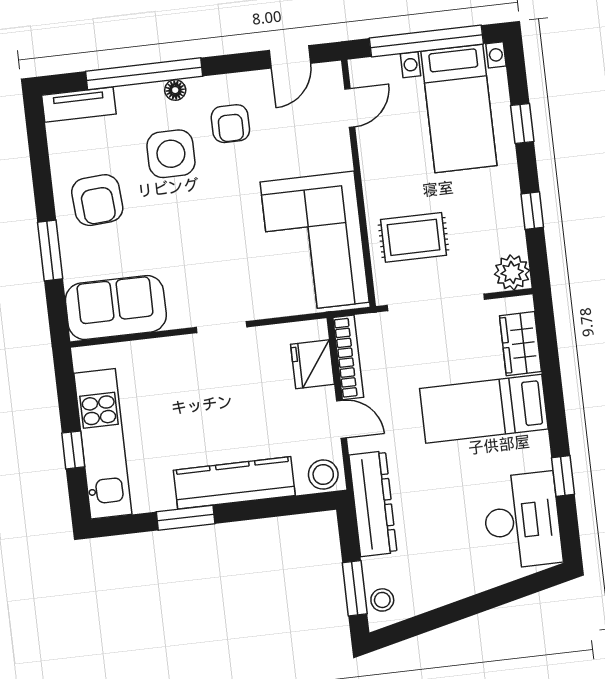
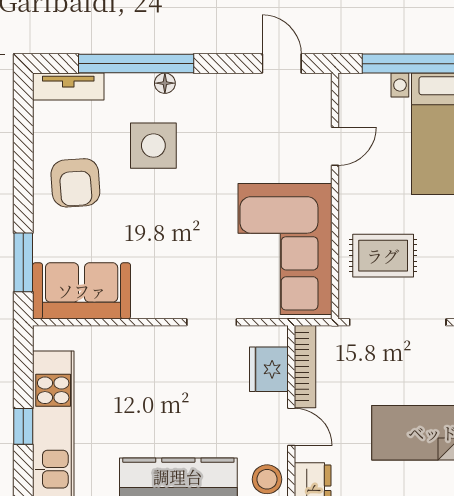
door: (290, 57) -> (282, 64), swing flipped
door: (350, 108) -> (335, 146), moved
armchair: (230, 124) -> (215, 123), removed
window: (50, 250) -> (23, 262), moved
doorway: (222, 327) -> (212, 322), moved

